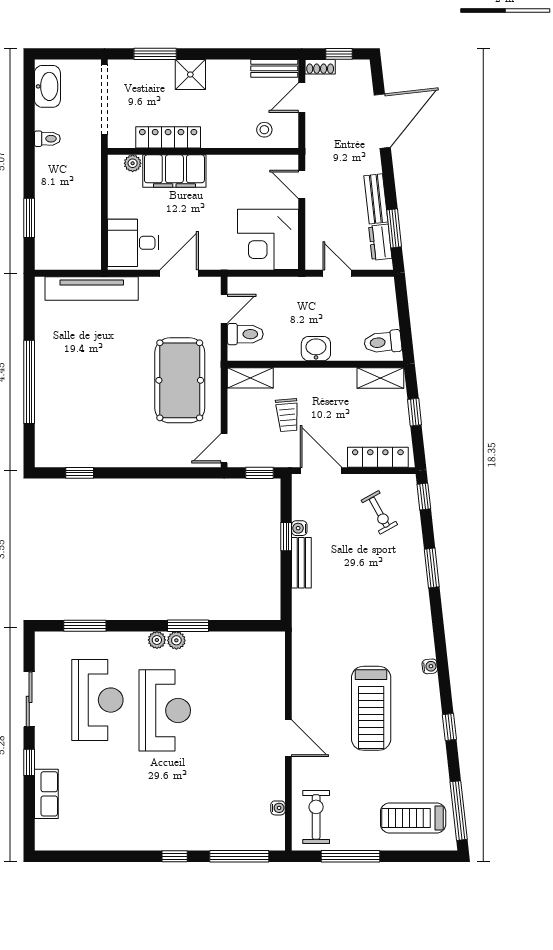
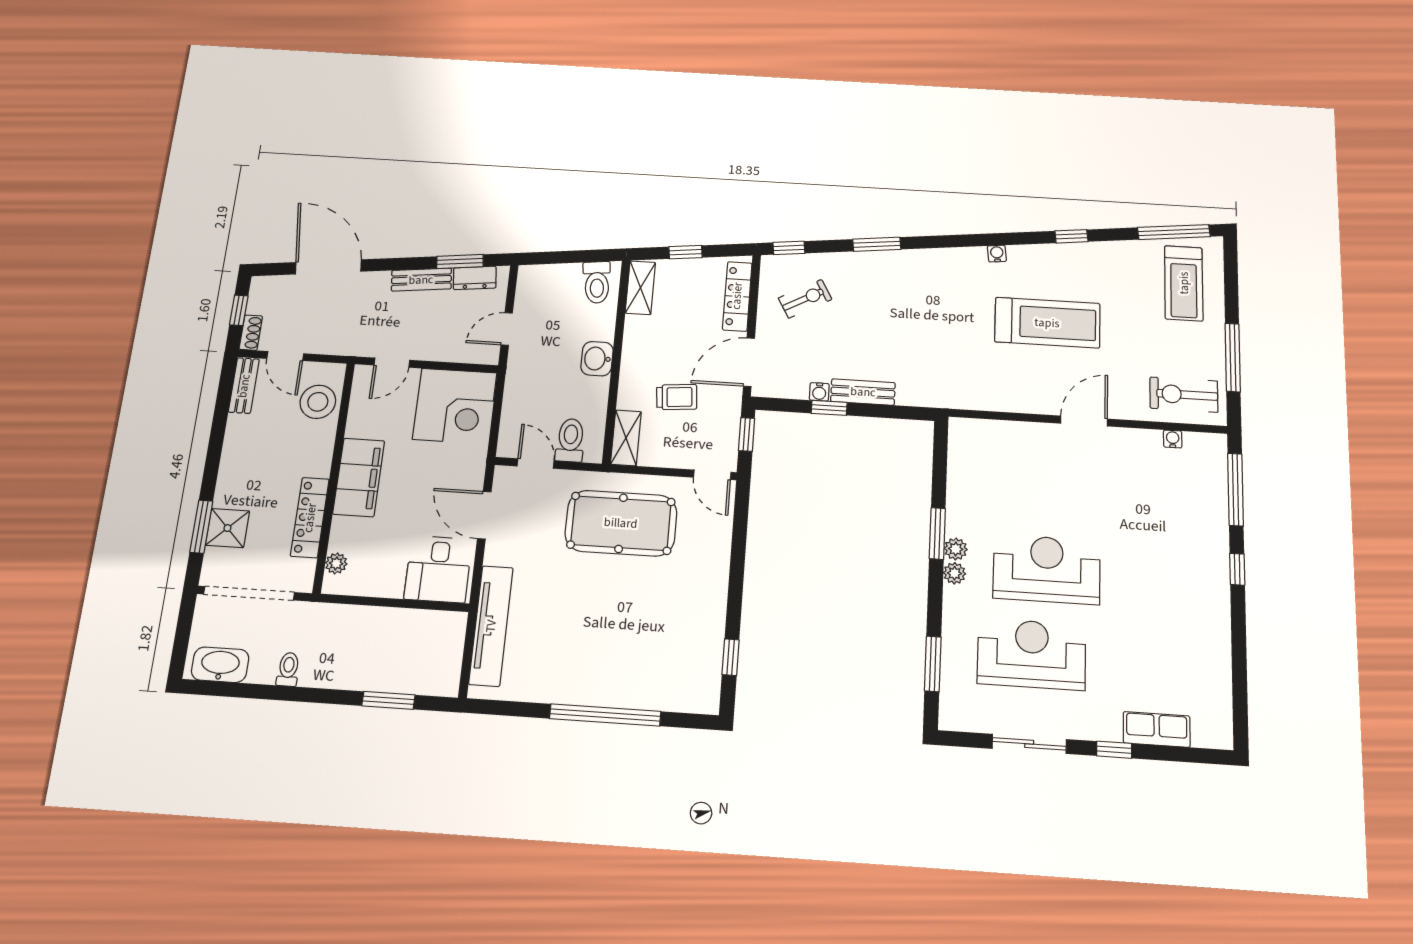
shower: (190, 74) -> (227, 528), moved
stool: (264, 130) -> (318, 402), width x1.89, depth x1.89
filing cabinet: (174, 171) -> (359, 477), moved

